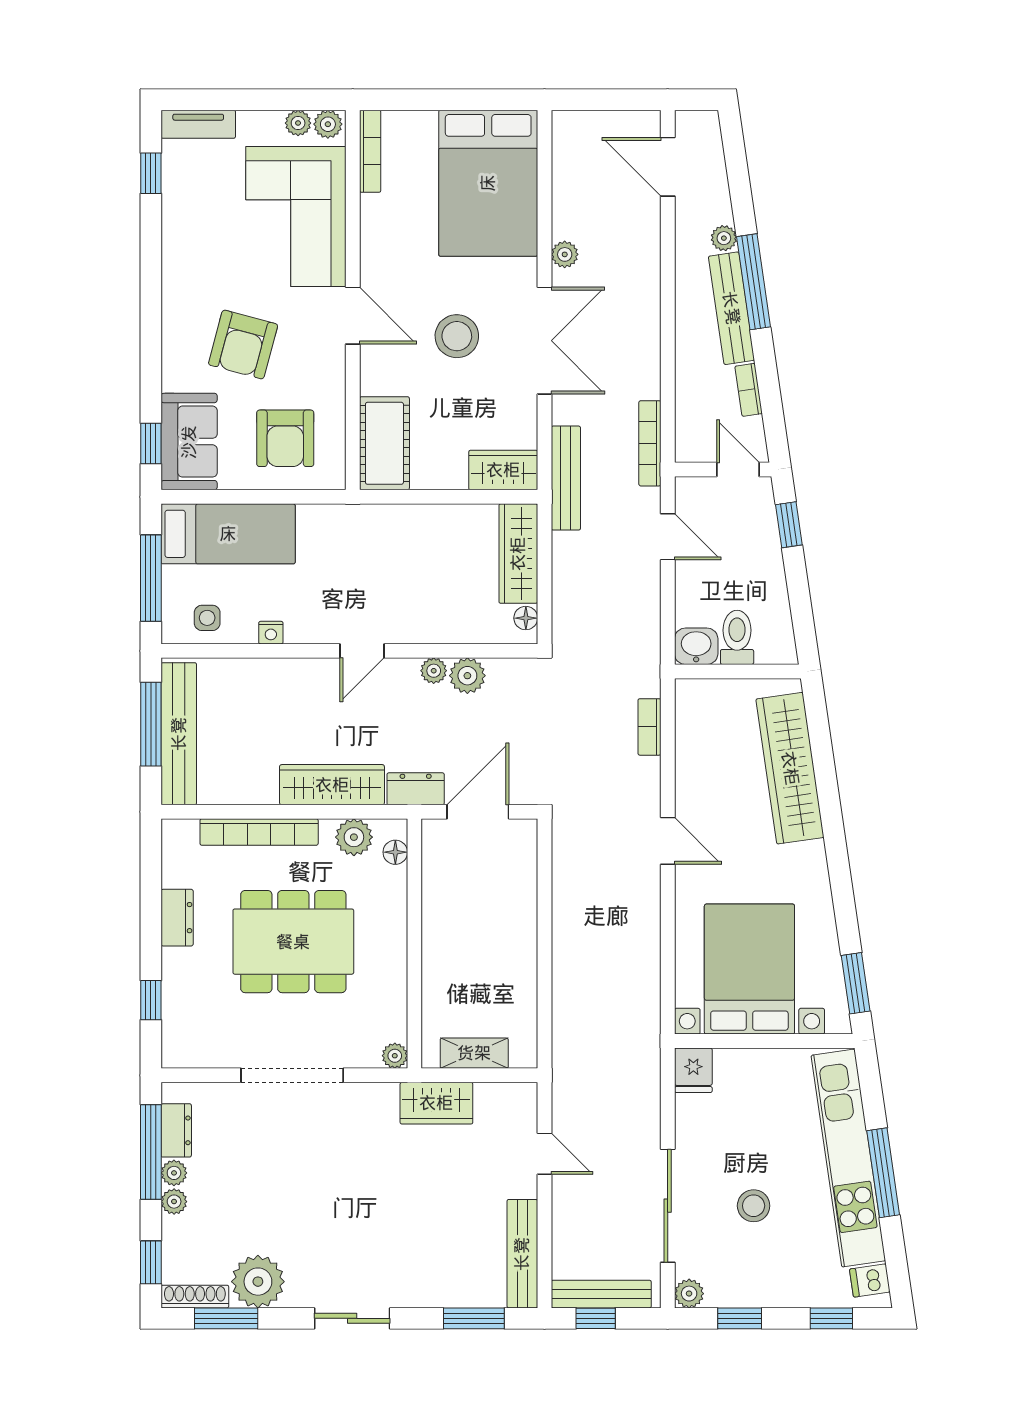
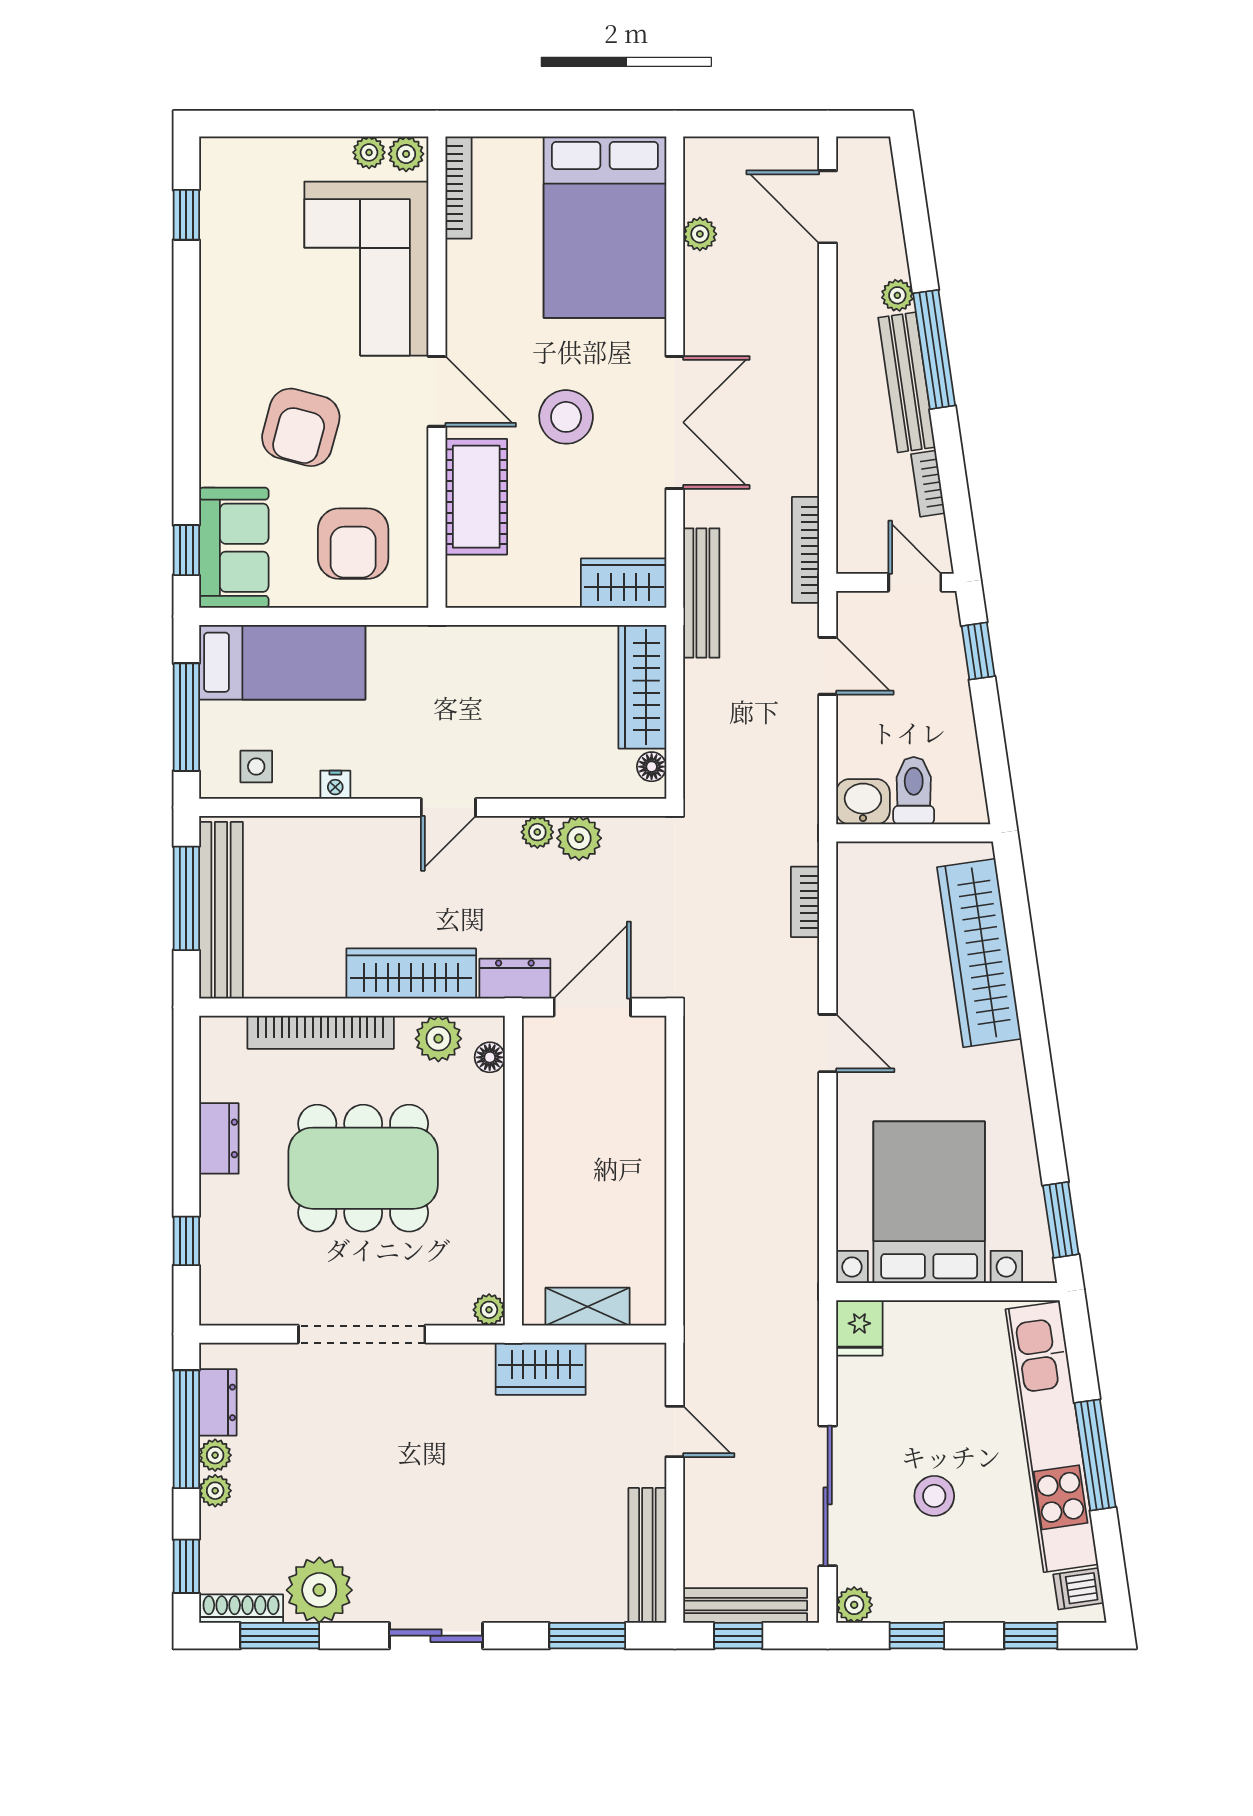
tv unit: (198, 124) -> (245, 154), removed
plant: (565, 254) -> (700, 234), moved
cot: (384, 443) -> (476, 497), moved

